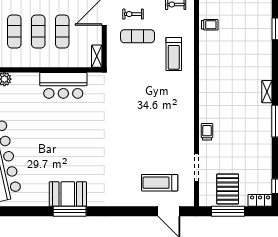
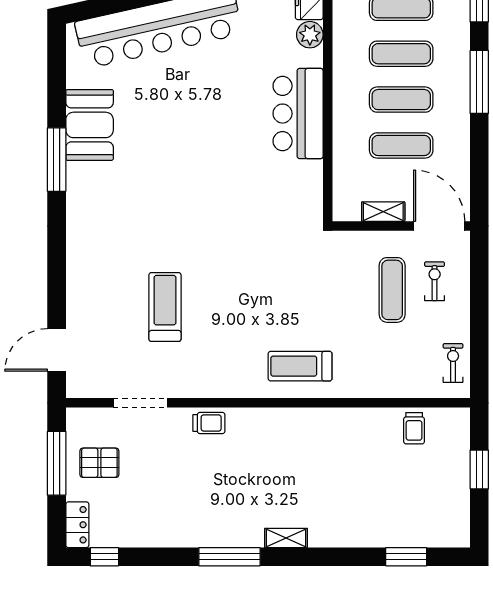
treadmill: (174, 54) -> (300, 366), moved
shelving: (97, 56) -> (383, 212), moved
bar counter: (63, 85) -> (298, 114), moved
treadmill: (160, 183) -> (165, 307), moved
pallet: (228, 189) -> (99, 463), width x0.67, depth x0.71
booth: (68, 194) -> (90, 125), moved

